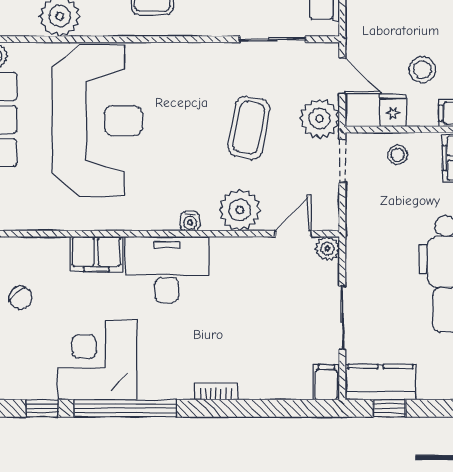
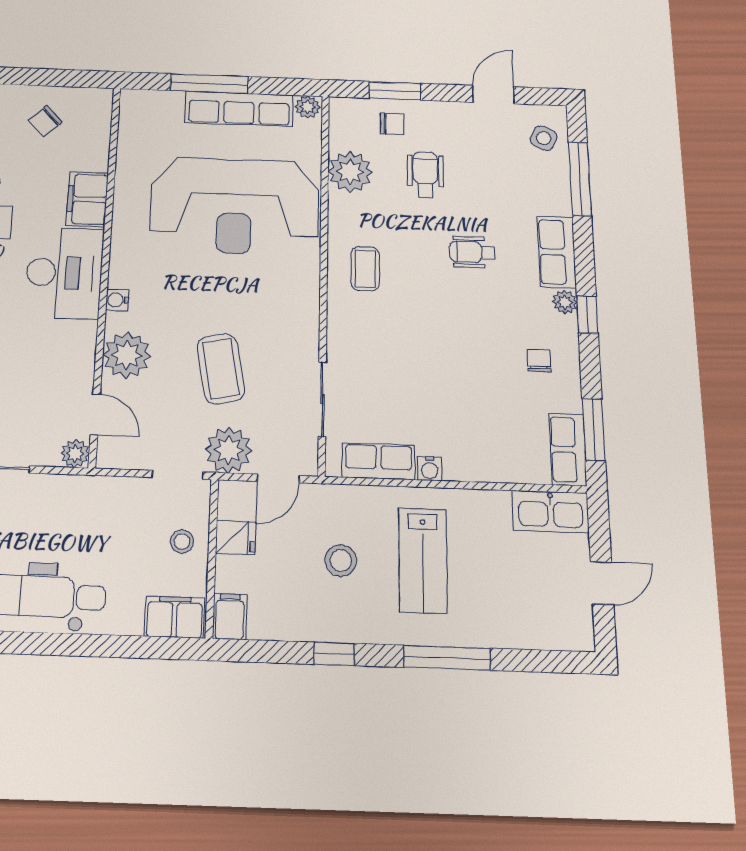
stool: (422, 70) -> (341, 561), moved
coffee table: (249, 128) -> (221, 369), turned 68

